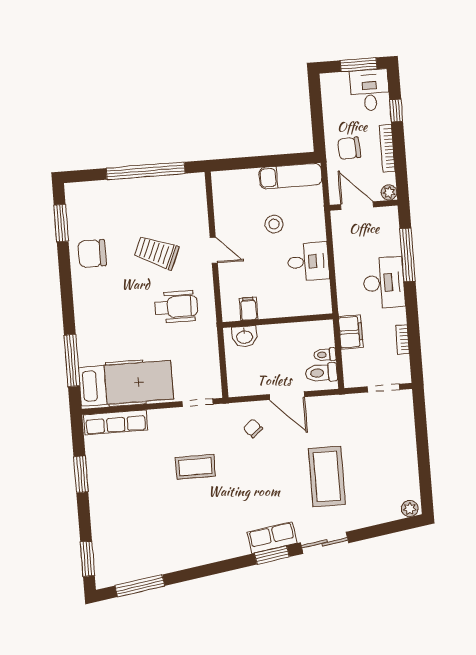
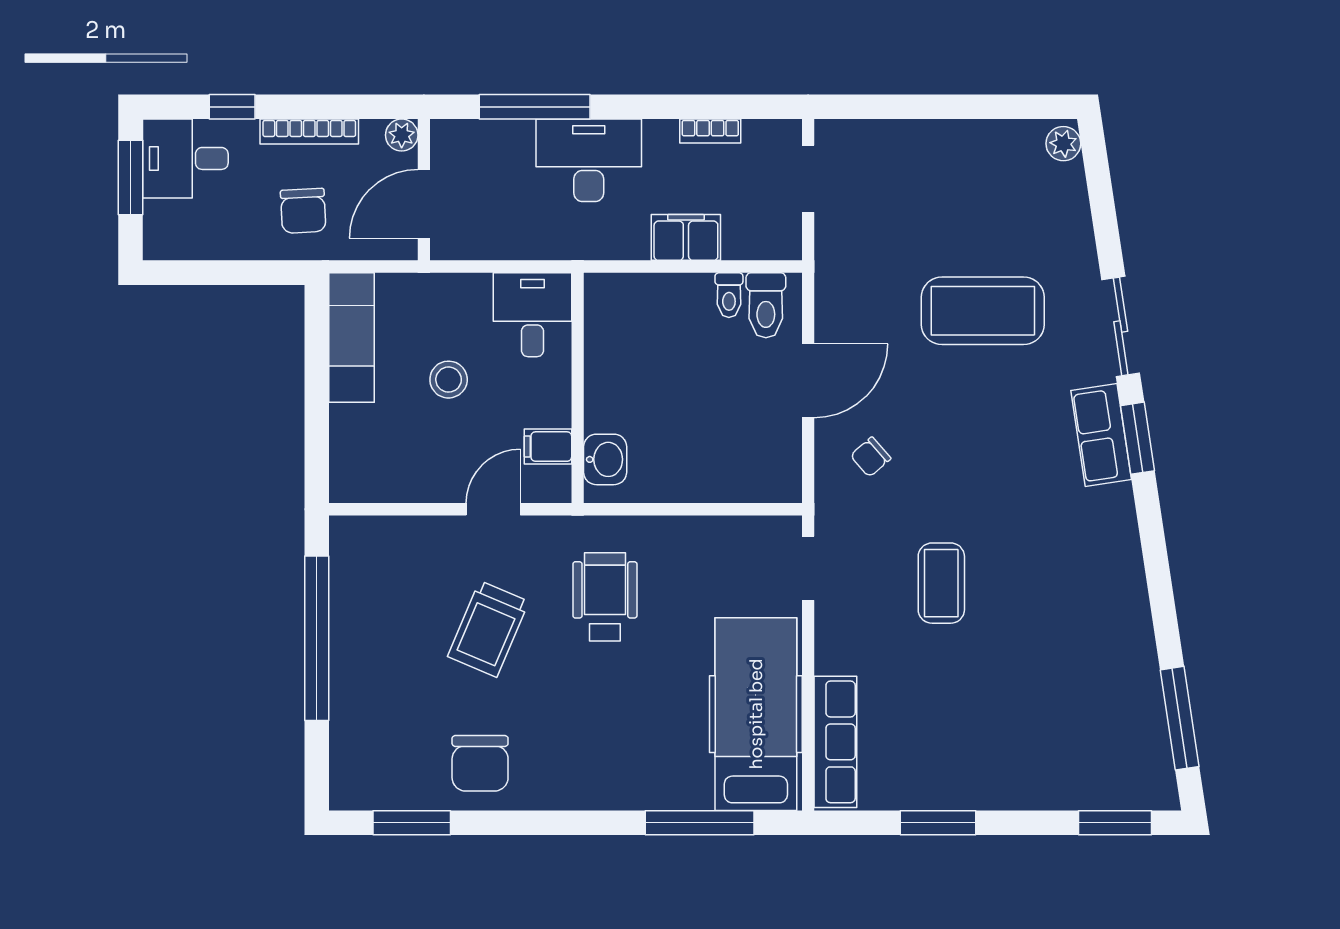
filing cabinet: (249, 309) -> (548, 447), moved
wall: (278, 321) -> (578, 388), moved
washbasin: (245, 337) -> (605, 459), moved

